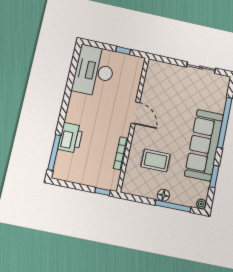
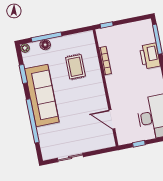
door: (135, 113) -> (112, 119), moved
rug: (156, 160) -> (75, 67), turned 90
floor lamp: (163, 195) -> (45, 45), moved

